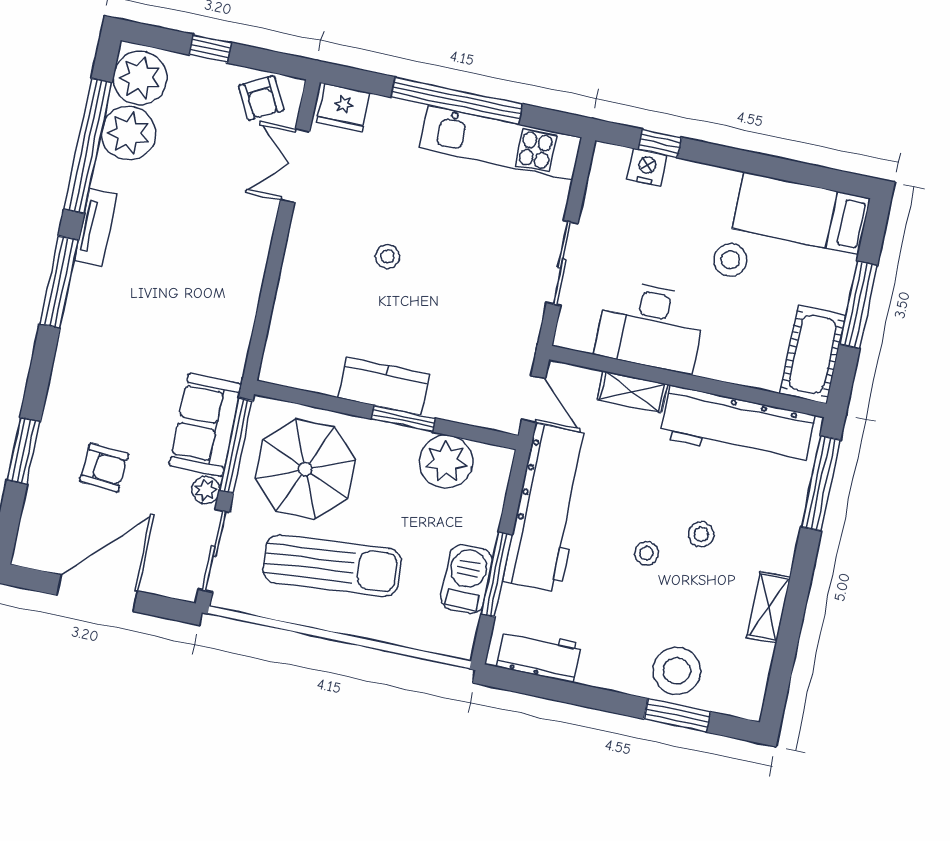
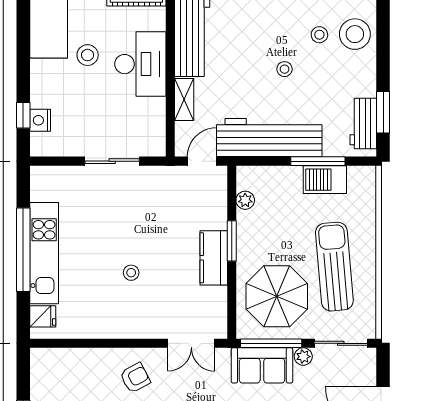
armchair: (261, 98) -> (135, 378), moved
fridge: (343, 107) -> (43, 316), width x0.72
kitchen unit: (501, 143) -> (44, 253), moved
double door: (295, 166) -> (191, 343), moved
desk: (650, 326) -> (140, 64), moved
plant: (446, 462) -> (245, 200), width x0.53, depth x0.53
stool: (701, 534) -> (319, 35), moved
window: (677, 715) -> (383, 112), moved

